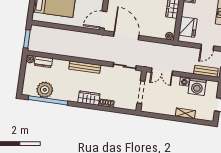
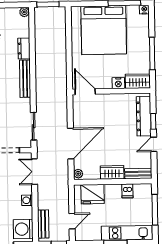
door: (126, 36) -> (71, 144), moved
door: (207, 47) -> (72, 221), swing flipped
dresser: (43, 62) -> (24, 48), moved
washing machine: (197, 87) -> (23, 229), moved

